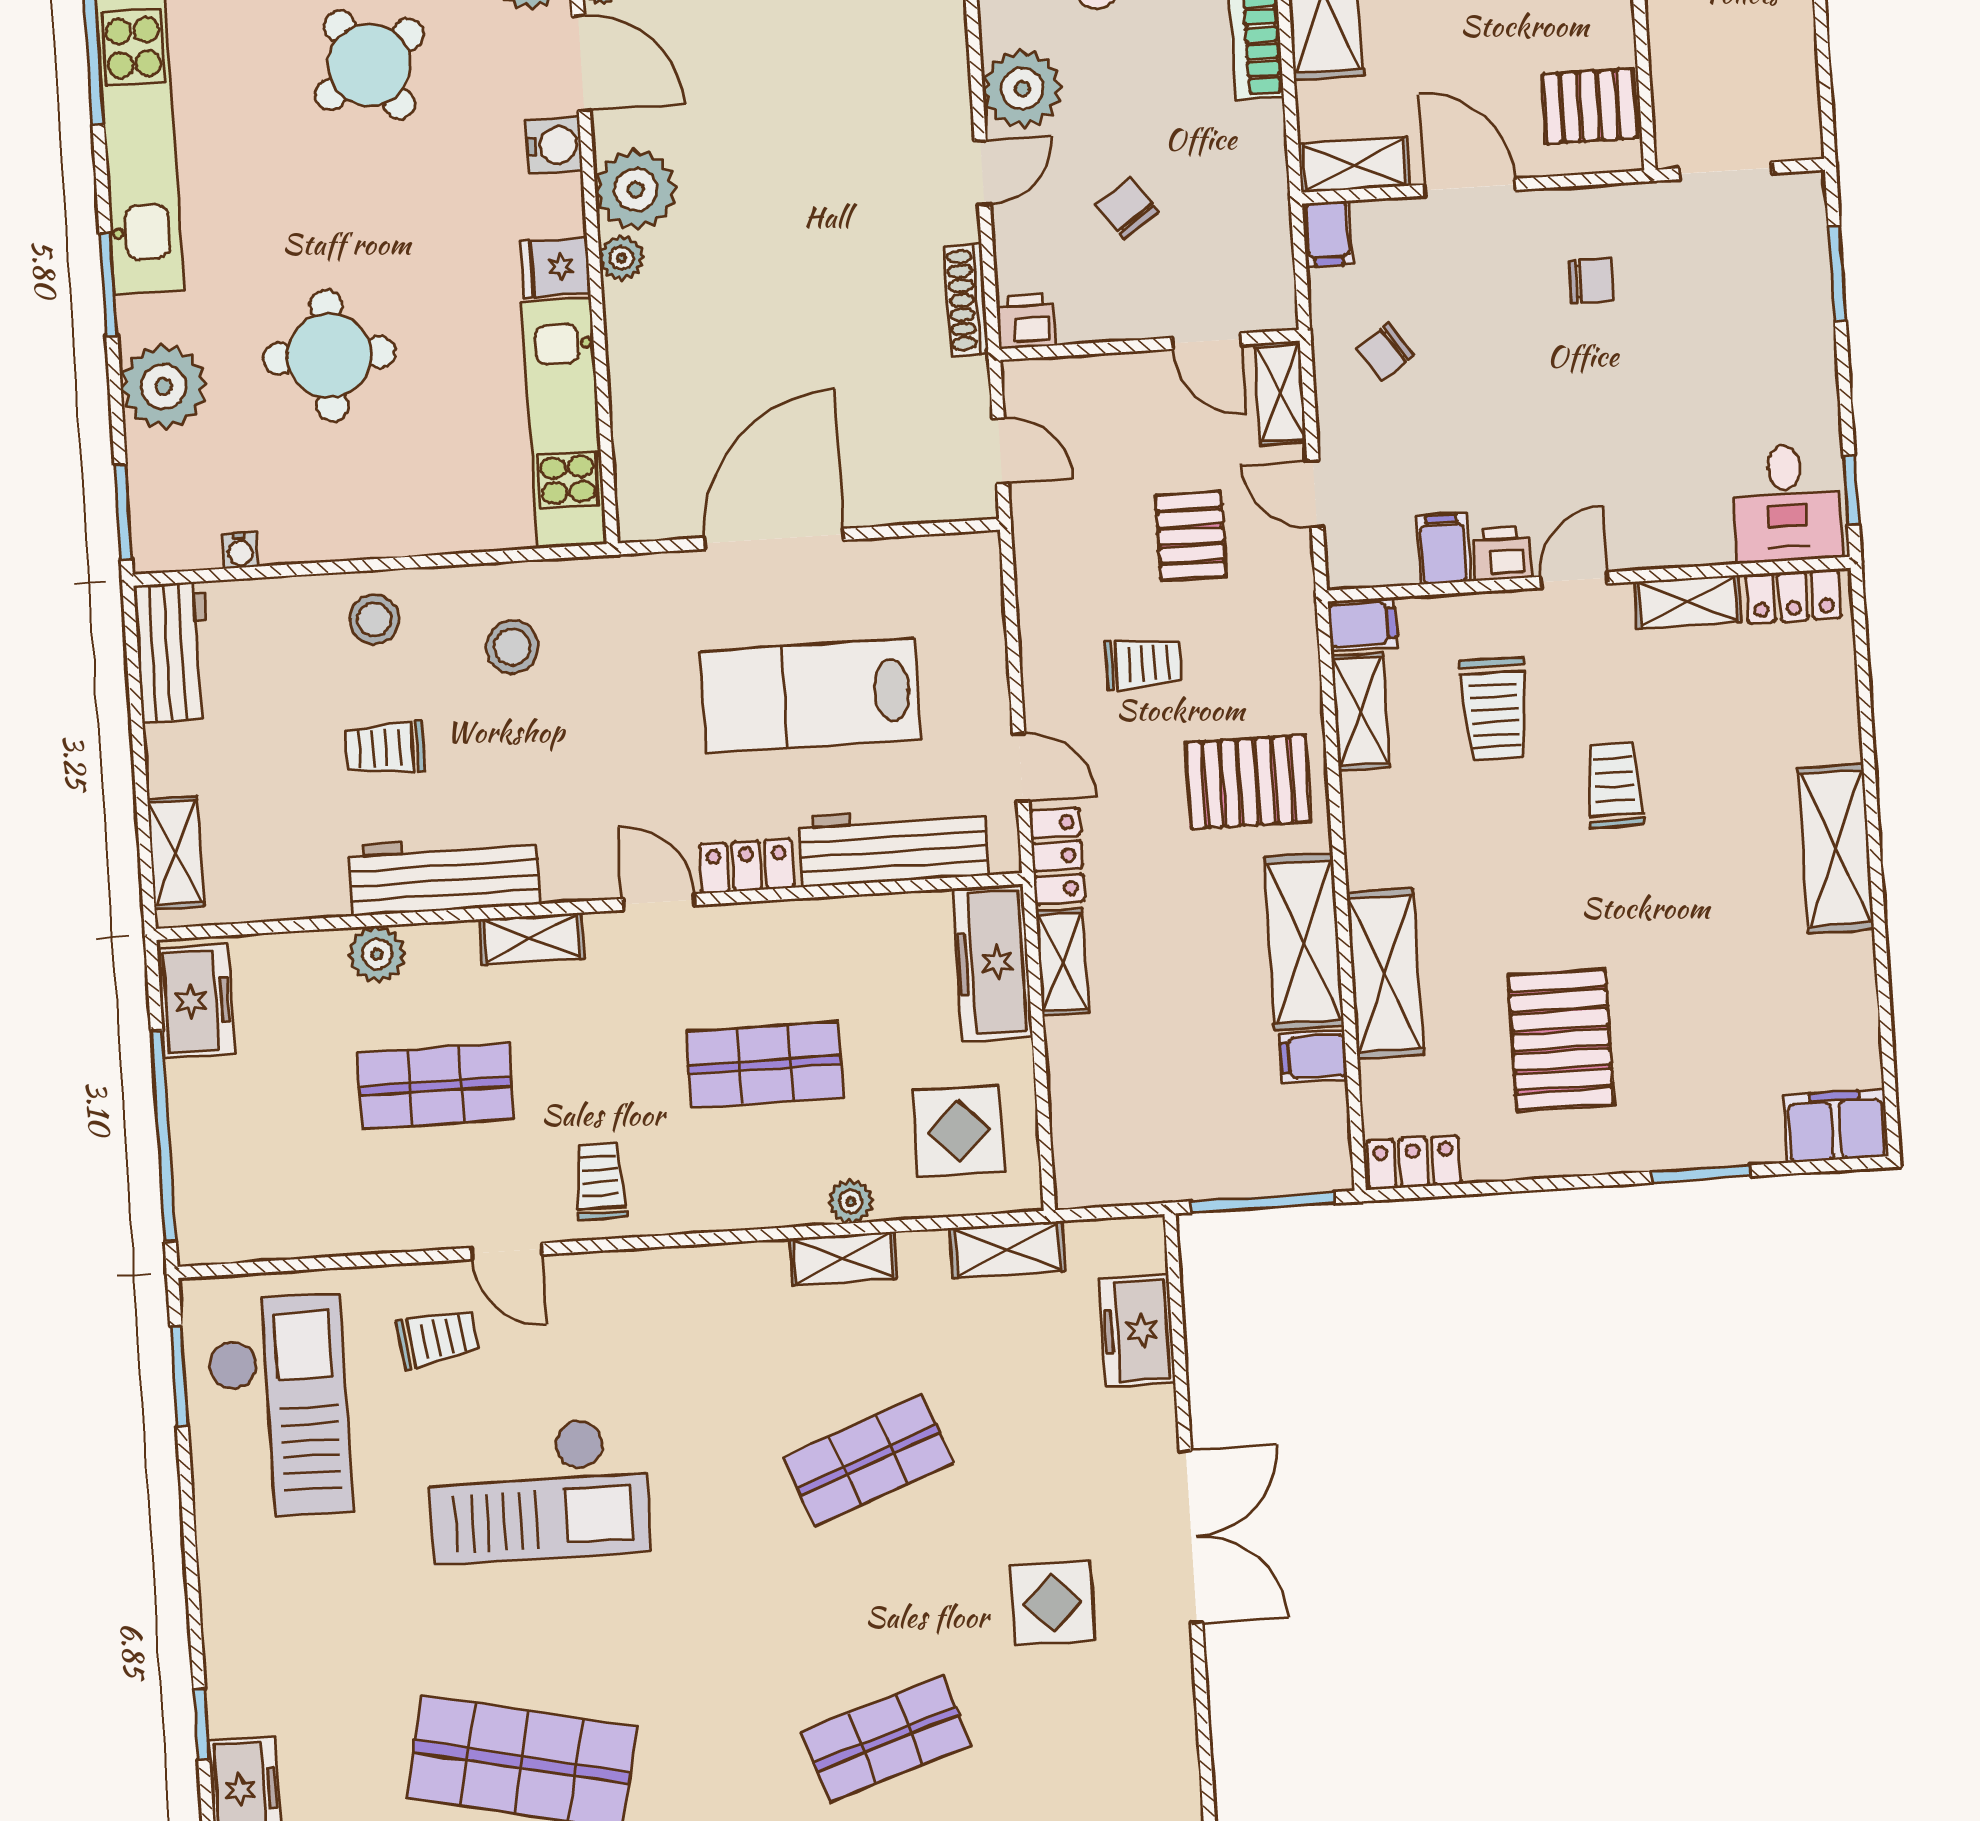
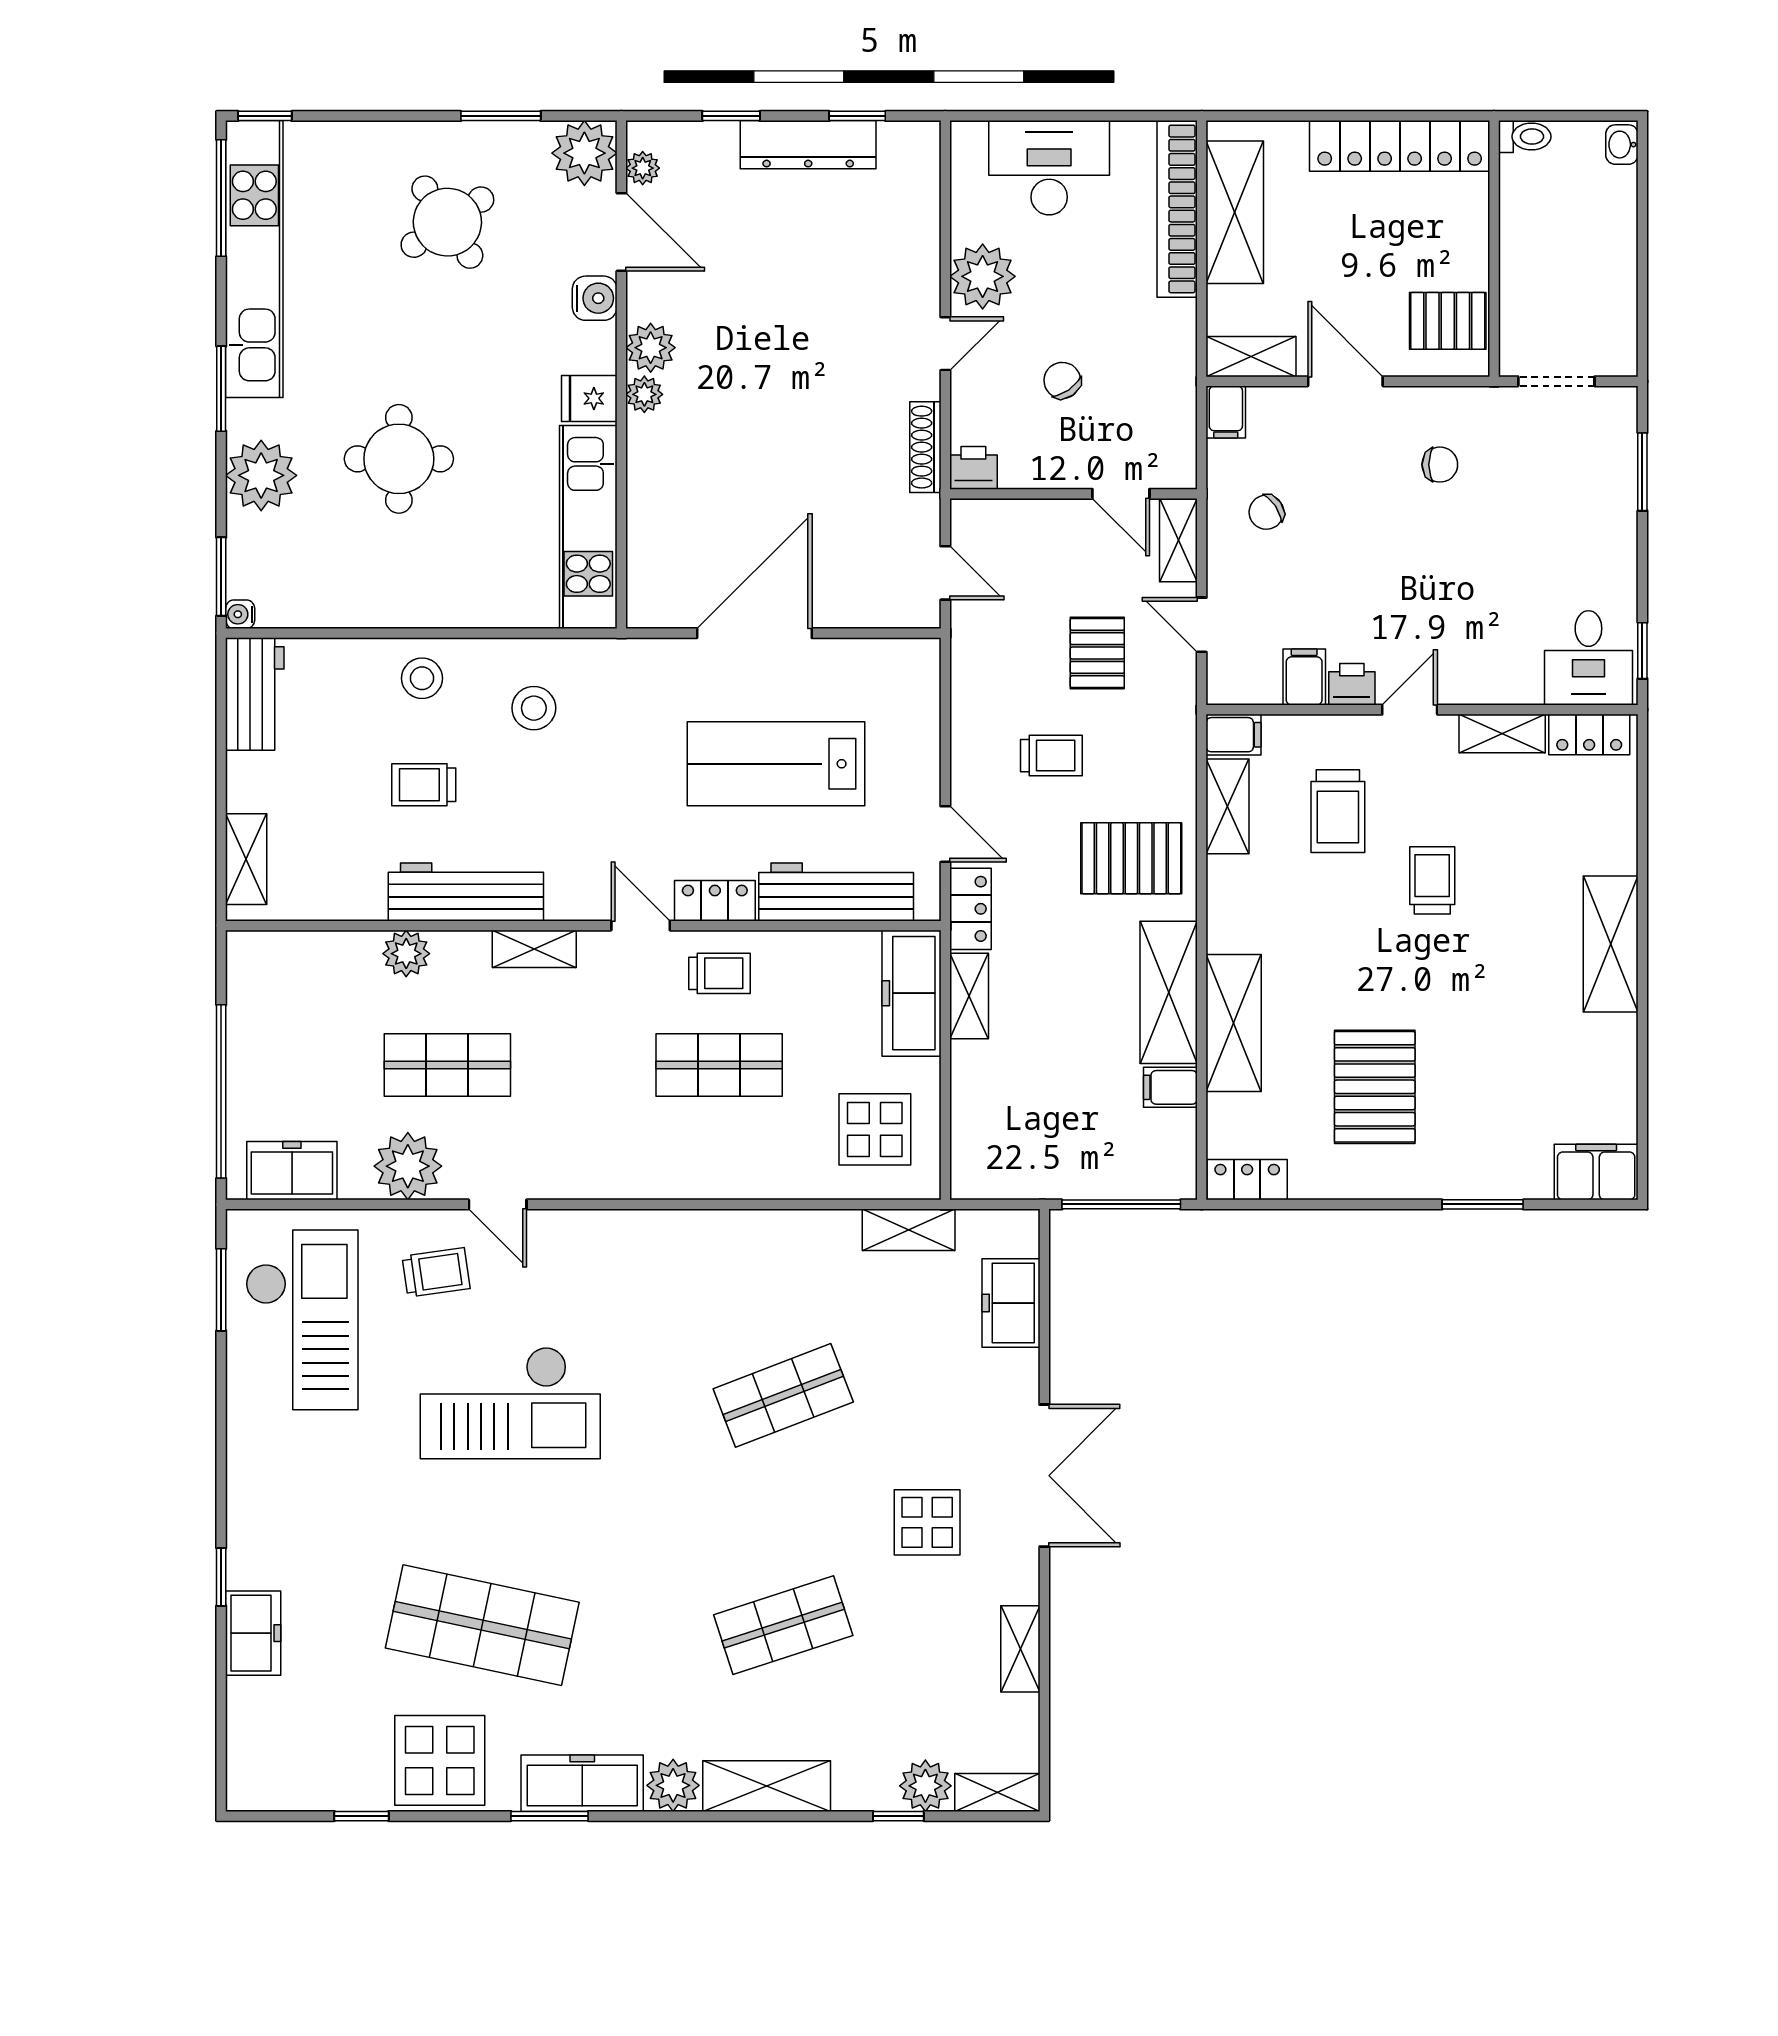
plant: (636, 189) -> (651, 348), width x0.73, depth x0.73
water cooler: (240, 550) -> (240, 614), moved, turned 90
freezer: (196, 1001) -> (292, 1171), moved, turned -90
trolley: (600, 1181) -> (719, 973), moved, turned 90
plant: (851, 1202) -> (408, 1166), moved, width x1.87, depth x1.87
shelving: (843, 1259) -> (1020, 1649), moved, turned 90

